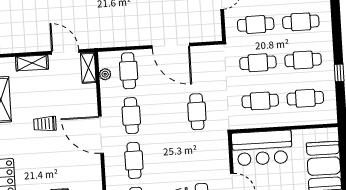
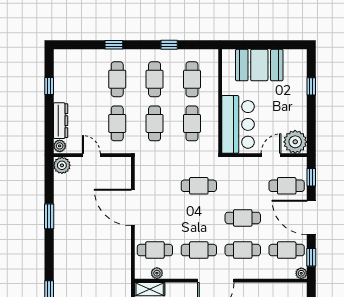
window: (336, 16) -> (114, 45), added
door: (171, 46) -> (133, 207), swing flipped
cafe table: (167, 159) -> (243, 218), added

